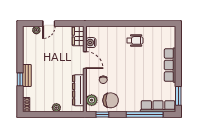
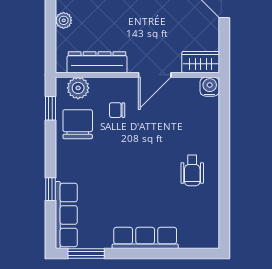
water cooler: (91, 43) -> (210, 87), moved
chair: (111, 100) -> (78, 124), turned 180
window: (145, 115) -> (51, 189), width x0.32

